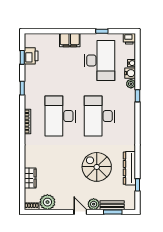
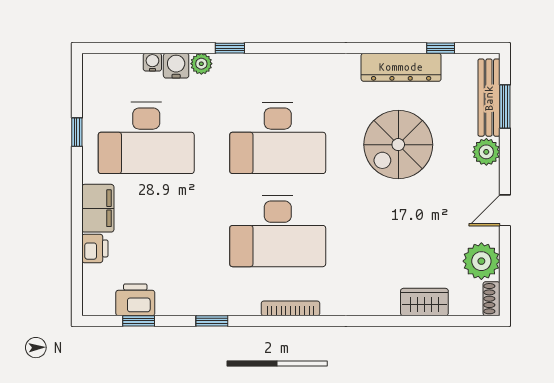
printer: (129, 39) -> (95, 248), moved
desk: (100, 60) -> (146, 138), turned 180
bench: (112, 205) -> (489, 98), width x1.36
door: (80, 212) -> (505, 210), moved

